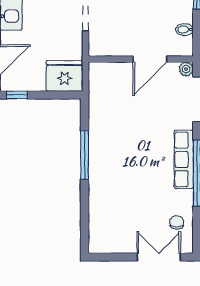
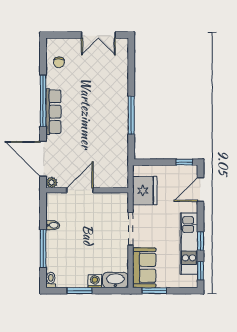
bidet: (184, 30) -> (53, 225), moved
fridge: (64, 76) -> (145, 191), moved, turned -90
double door: (159, 257) -> (98, 35), moved

